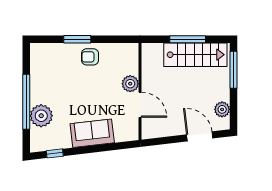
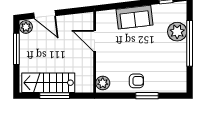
window: (233, 70) -> (16, 49), moved
plant: (130, 84) -> (103, 83), moved
plant: (222, 109) -> (26, 27), moved

